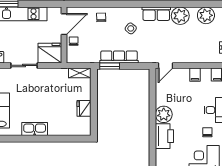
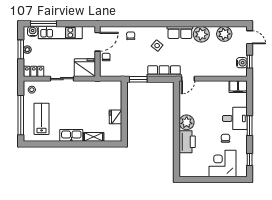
row of seats: (119, 57) -> (164, 71), moved
shelving: (80, 73) -> (94, 137), moved
filing cabinet: (195, 75) -> (214, 87), removed

